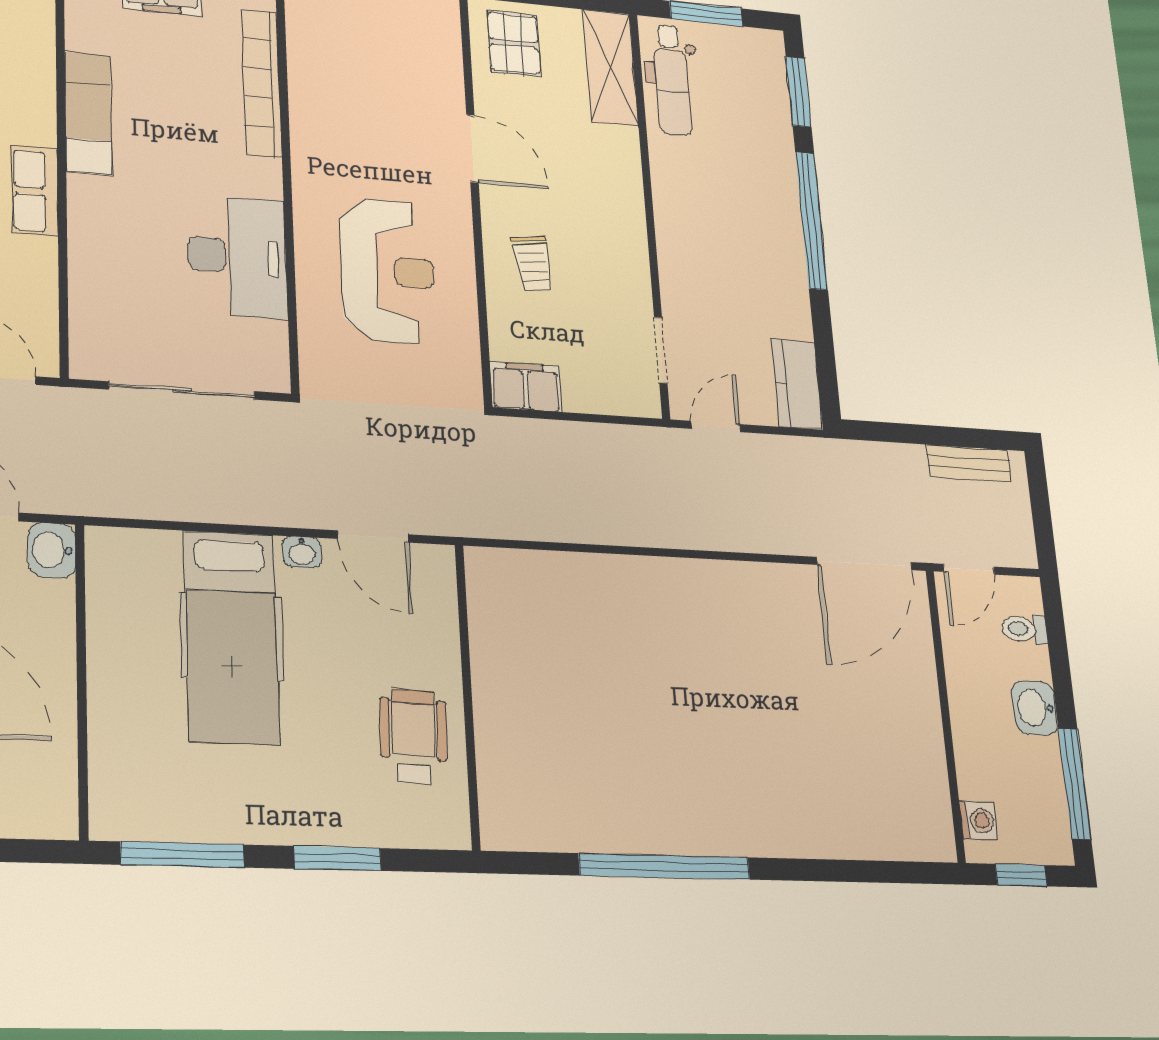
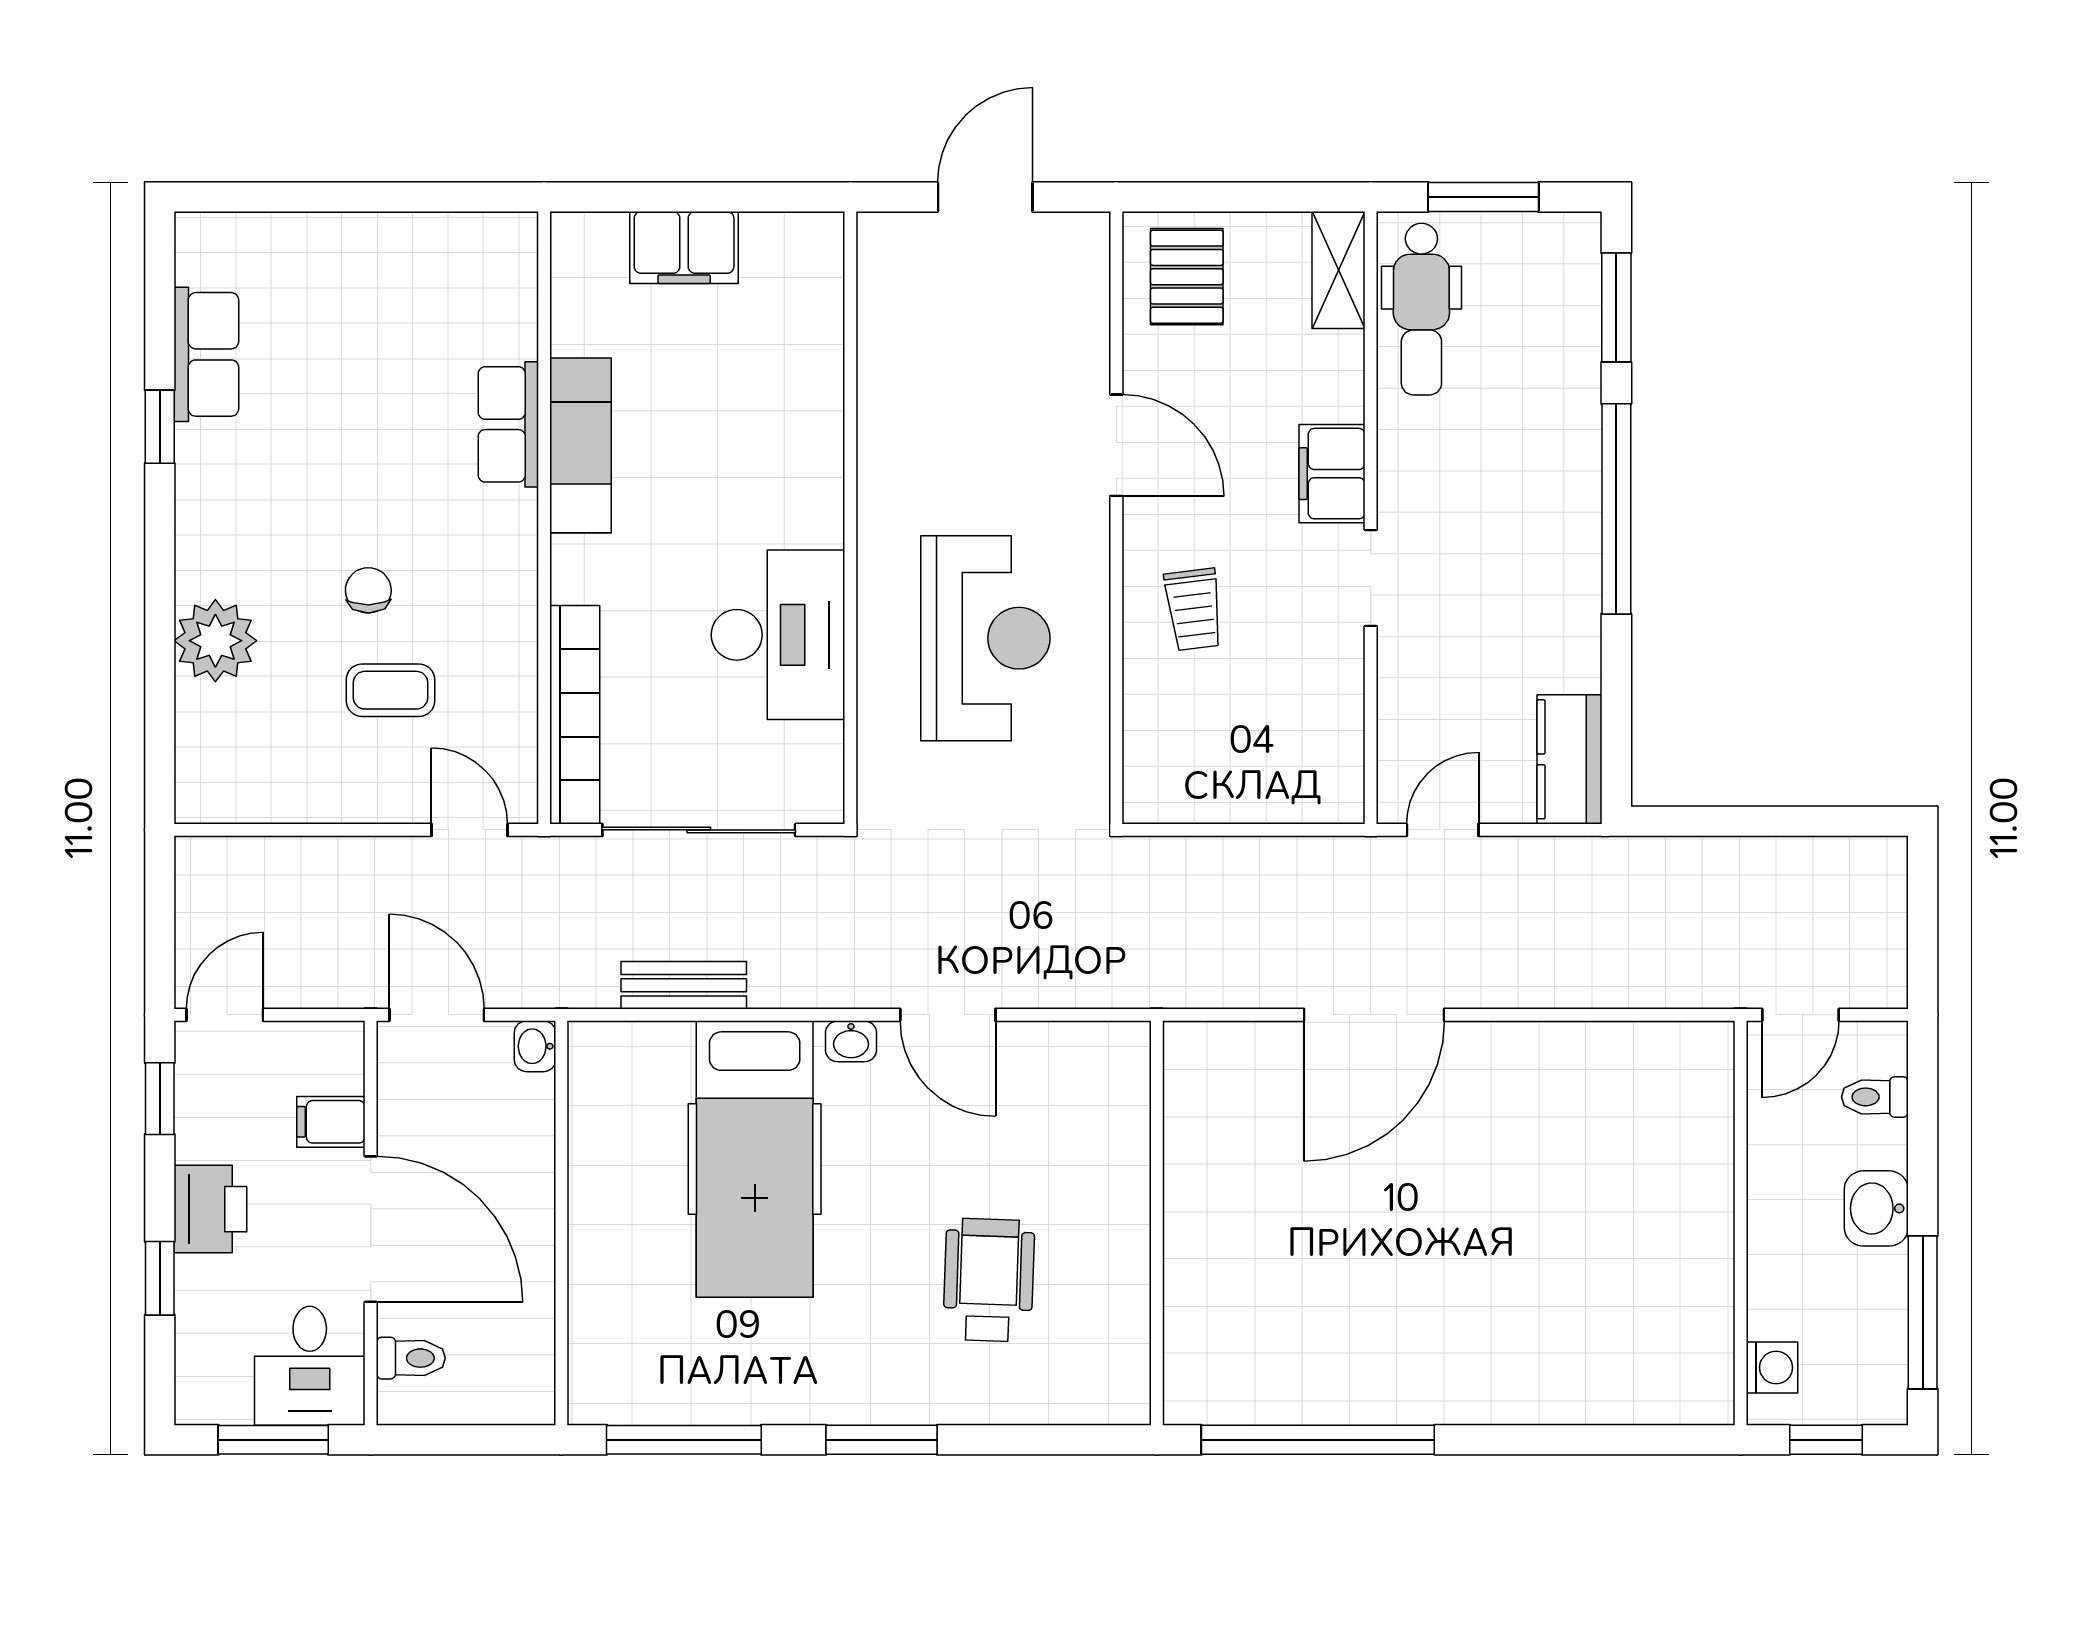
shelving: (611, 68) -> (1339, 270), width x0.67, depth x0.75
bookcase: (262, 83) -> (575, 715), moved, turned 180
row of seats: (35, 191) -> (508, 424), moved
doorway: (661, 350) -> (1371, 578), moved
filing cabinet: (526, 387) -> (1332, 474), moved, turned -90
bench: (969, 463) -> (684, 985), moved
washbasin: (52, 550) -> (535, 1046), width x0.72, depth x0.69
door: (865, 563) -> (1374, 1015), moved
wall: (468, 695) -> (1157, 1223), moved

